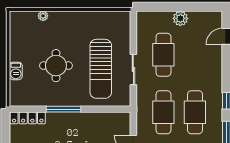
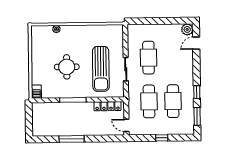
plant: (180, 18) -> (187, 29), moved
barbecue: (16, 71) -> (36, 92), moved
locker: (28, 118) -> (107, 106), moved

